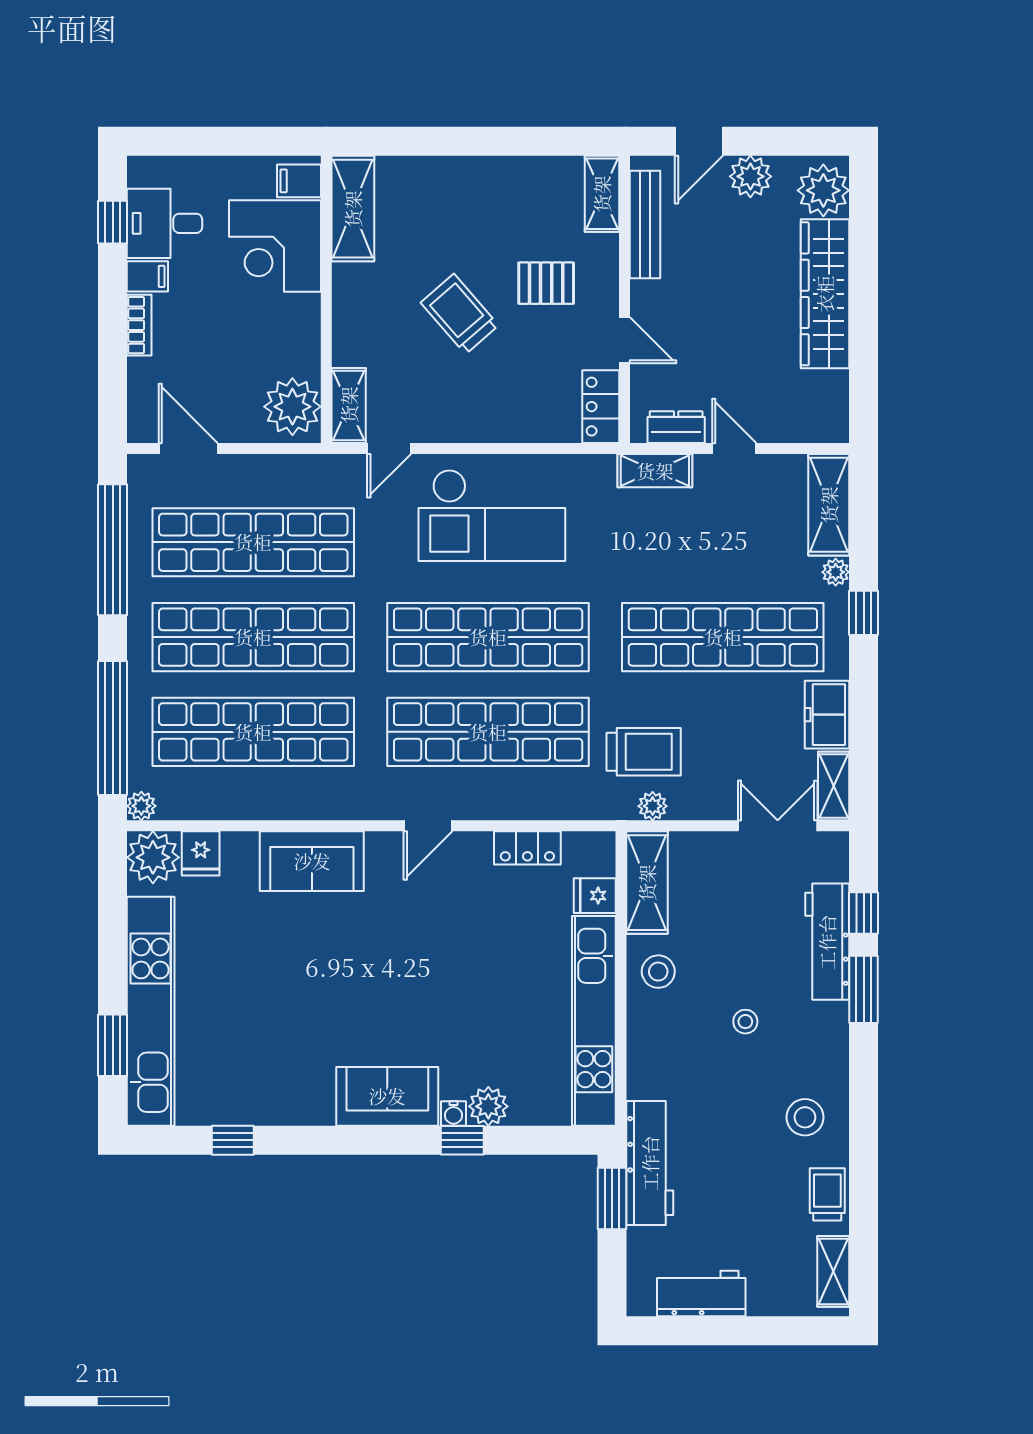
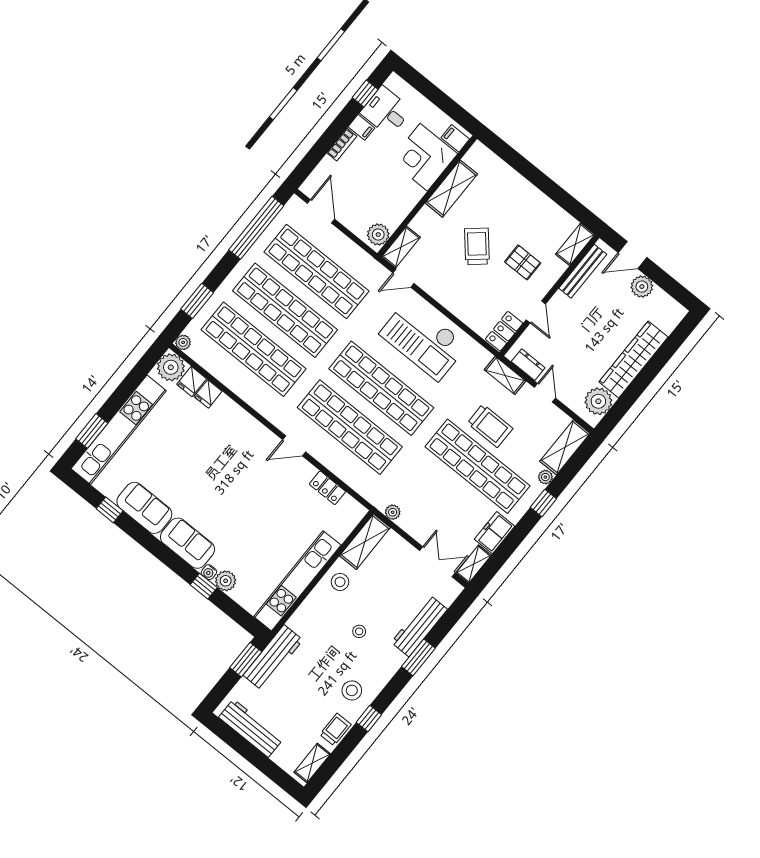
plant: (823, 190) -> (598, 401), moved
shelving: (353, 209) -> (451, 189), moved
plant: (292, 407) -> (378, 234), width x0.73, depth x0.73
window: (113, 728) -> (197, 301), width x0.47
trolley: (644, 752) -> (490, 426), moved
sofa: (312, 861) -> (144, 508), moved, turned 180
fridge: (595, 896) -> (208, 394), moved, turned -90
window: (864, 913) -> (369, 718), moved
workbench: (701, 1293) -> (251, 728), width x1.38

